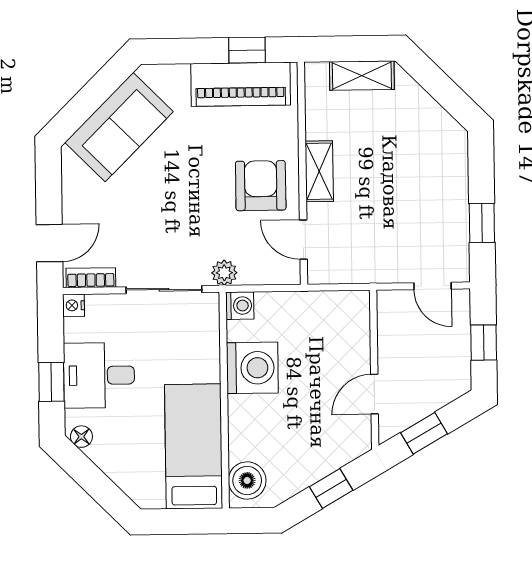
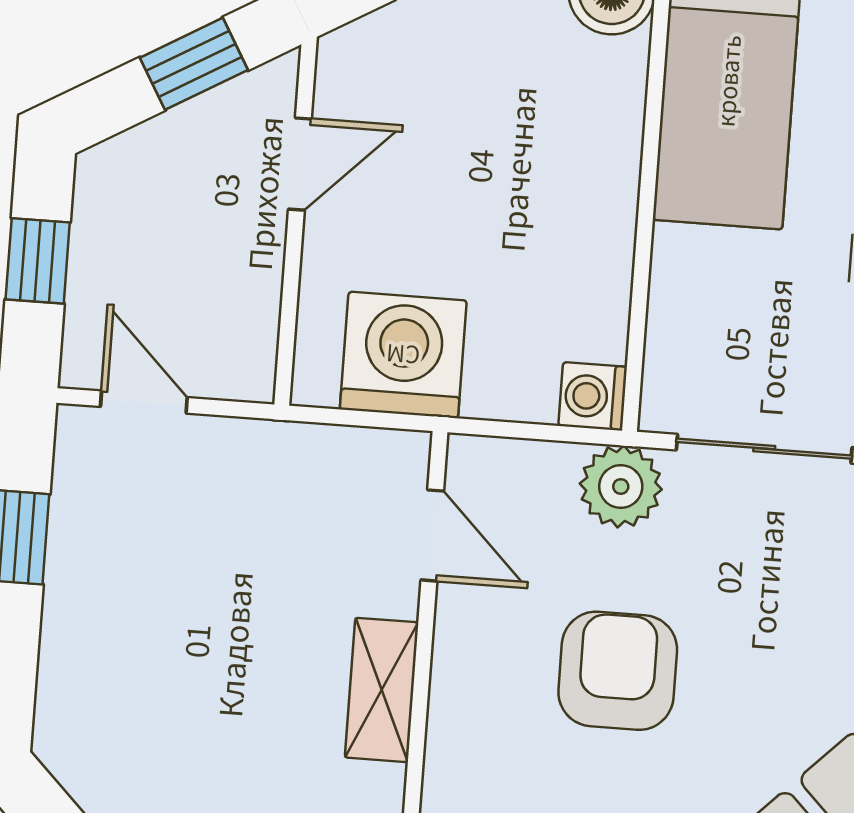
armchair: (261, 186) -> (618, 671), moved, turned 180
plant: (224, 273) -> (621, 486), width x1.38, depth x1.38
washing machine: (252, 368) -> (403, 355), moved, turned 90

